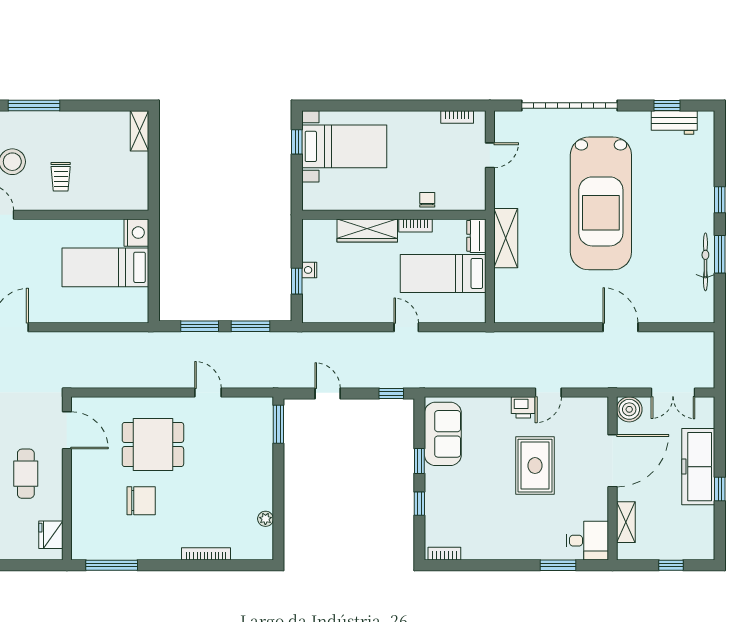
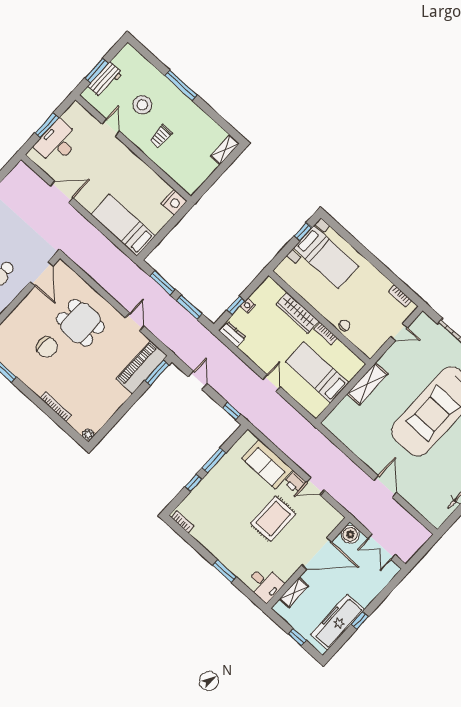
dresser: (476, 236) -> (232, 334), moved, turned 90
bed: (105, 267) -> (123, 225), moved
piano: (258, 433) -> (142, 367), added
sofa: (443, 434) -> (267, 464), moved, turned 90
window: (419, 461) -> (214, 460), width x1.50
freezer: (698, 467) -> (337, 622), moved
plant: (265, 519) -> (88, 435), moved
window: (558, 565) -> (224, 571), moved

